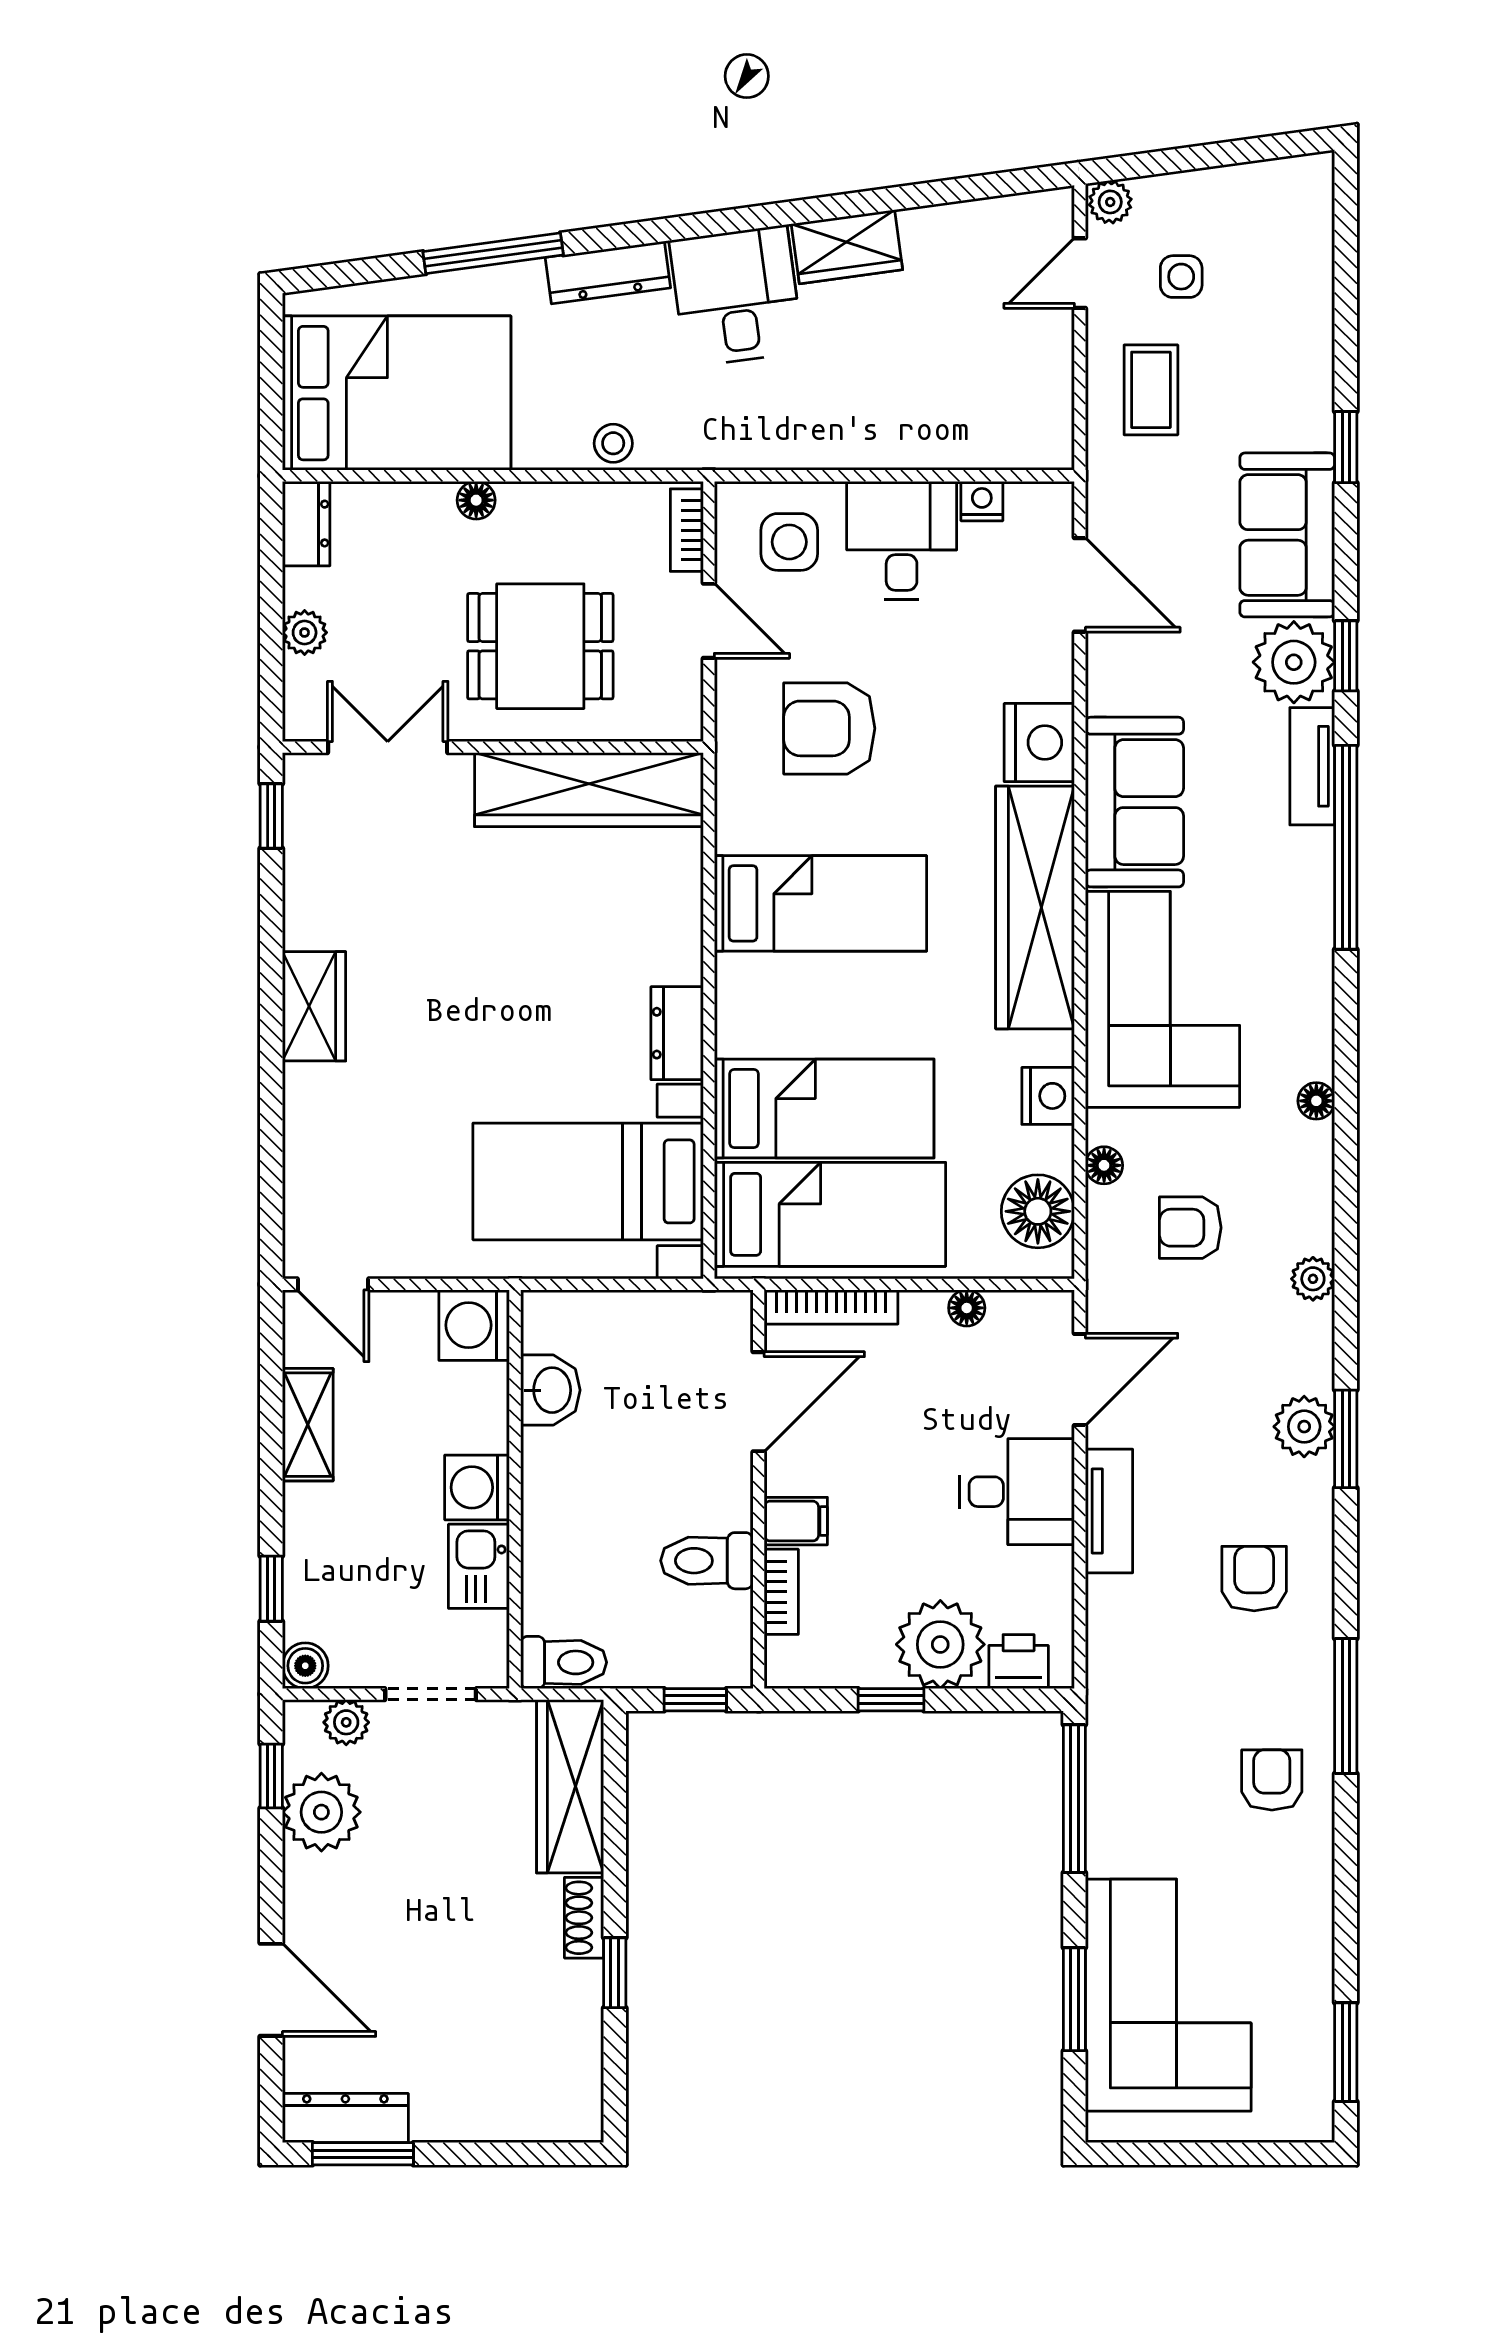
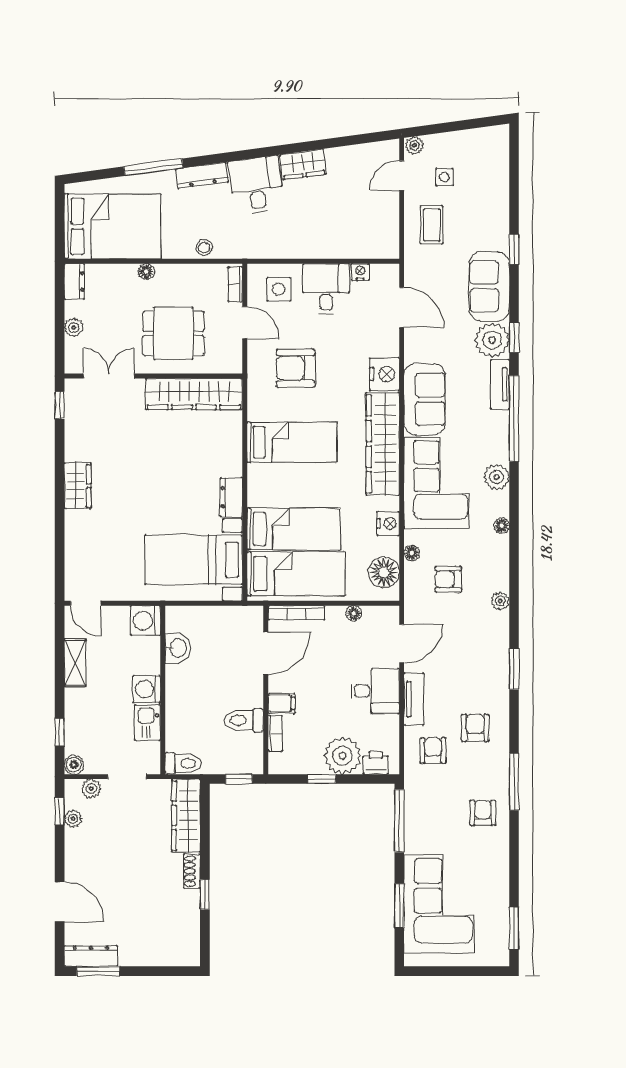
plant: (1304, 1427) -> (496, 477), moved
armchair: (1154, 1632) -> (433, 751), added
plant: (321, 1812) -> (73, 819), width x0.53, depth x0.53

